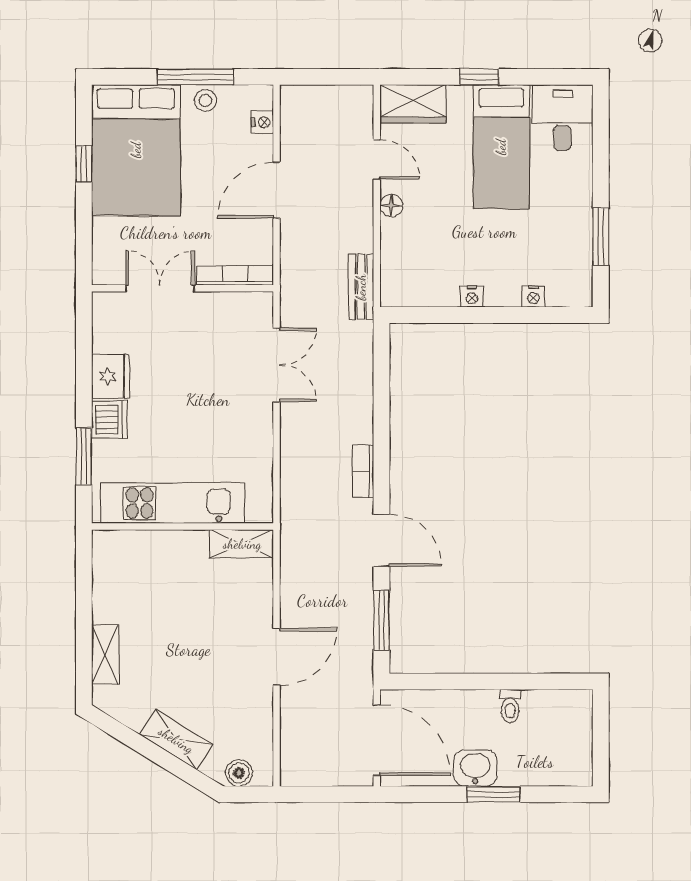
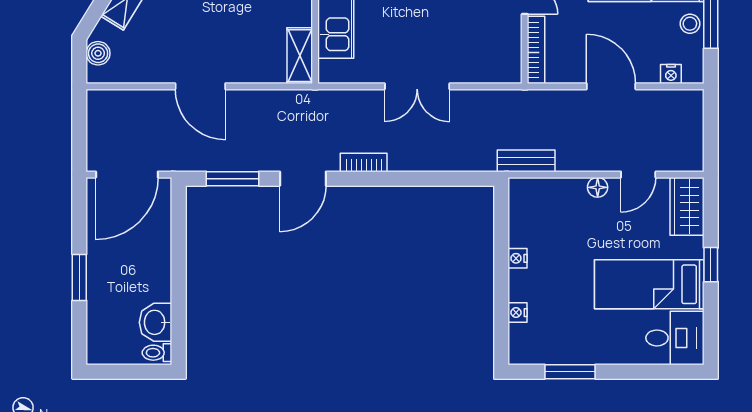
double door: (276, 365) -> (417, 86), moved
toilet: (510, 706) -> (157, 353), moved
washbasin: (475, 768) -> (156, 322), moved, turned 180

